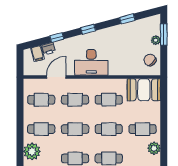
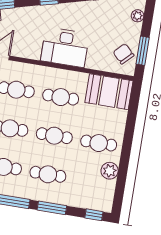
window: (164, 35) -> (143, 51), moved
plant: (156, 40) -> (138, 16), moved
desk: (91, 62) -> (65, 47), moved

